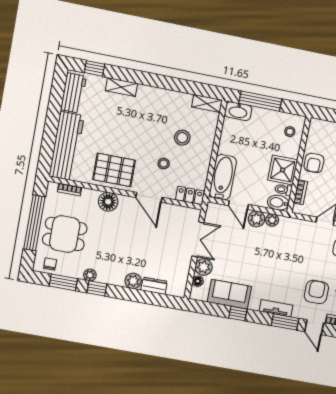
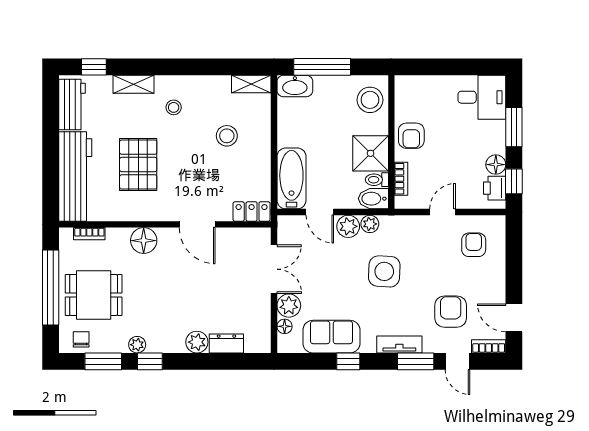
stool: (290, 132) -> (370, 100), width x1.89, depth x1.89
stool: (164, 164) -> (174, 107), moved
pallet: (114, 170) -> (138, 165), moved, turned 90
side table: (276, 255) -> (384, 271), added

